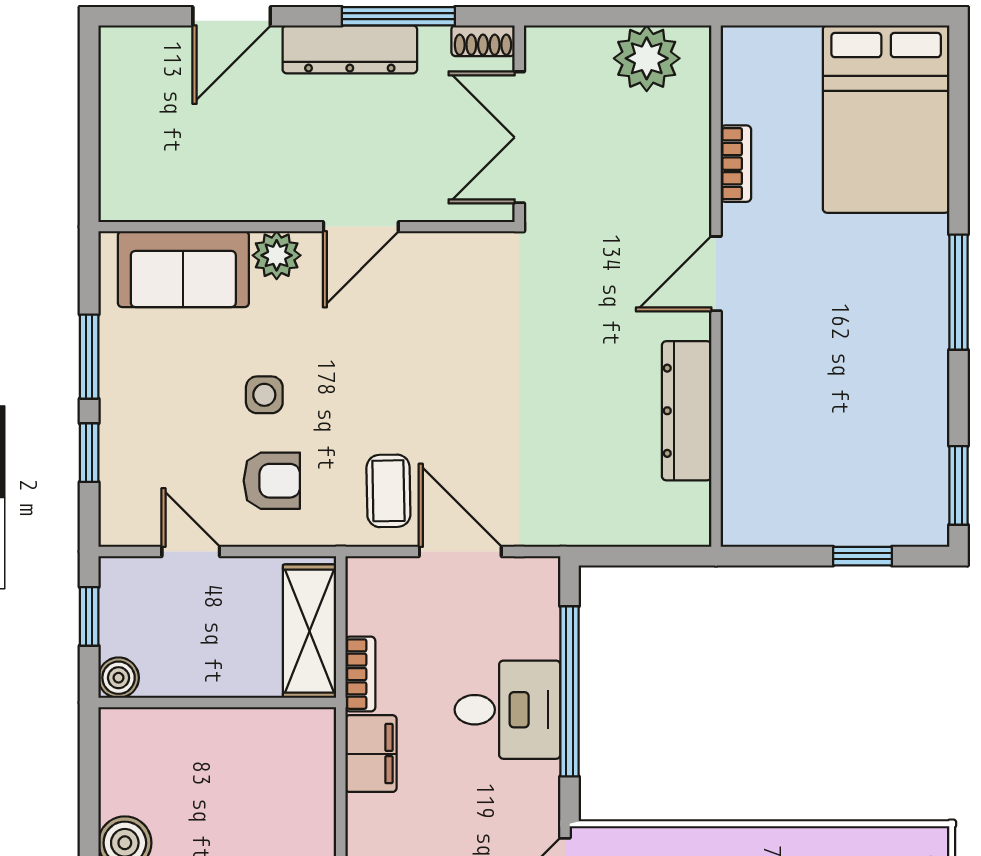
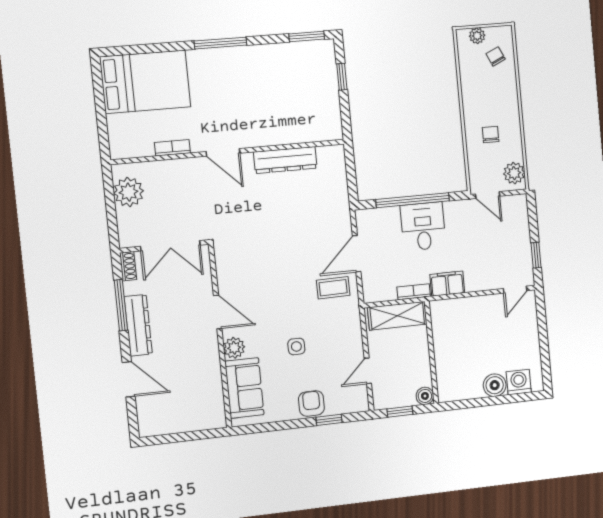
window: (89, 357) -> (287, 425), removed
armchair: (272, 481) -> (311, 403), moved

